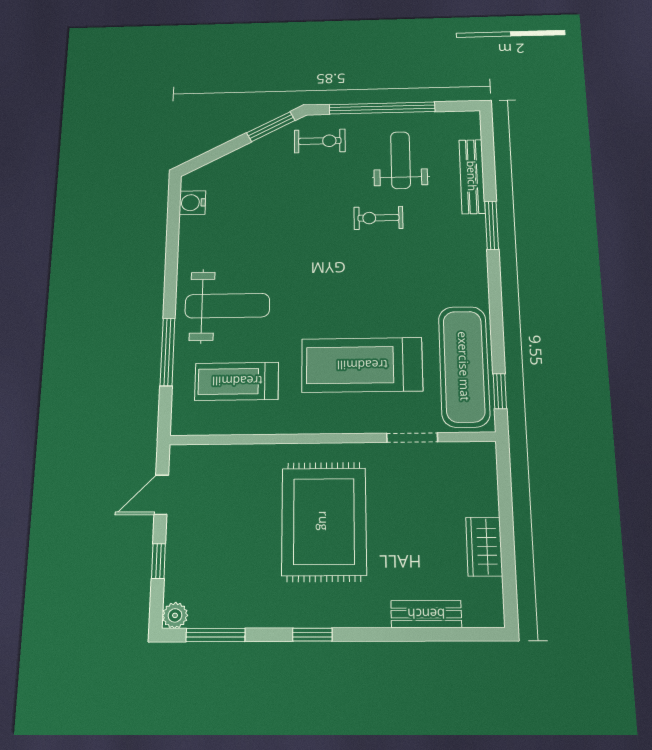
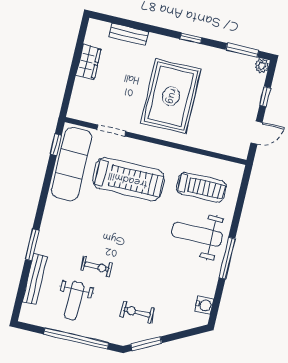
exercise bike: (320, 141) -> (137, 312), moved
window: (168, 352) -> (227, 258), moved

